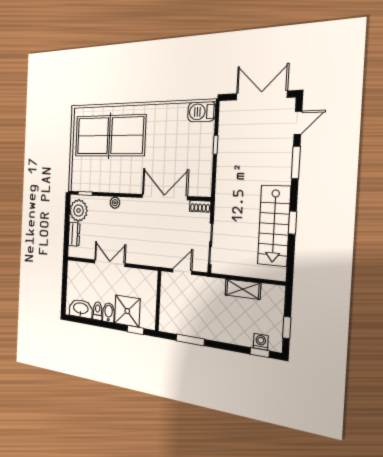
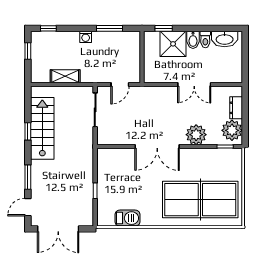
barbecue: (202, 112) -> (127, 218), moved
double door: (164, 197) -> (157, 147), moved
plant: (115, 203) -> (196, 135), width x1.87, depth x1.87
shoe rack: (200, 206) -> (106, 140), removed
washing machine: (261, 342) -> (86, 37), moved

